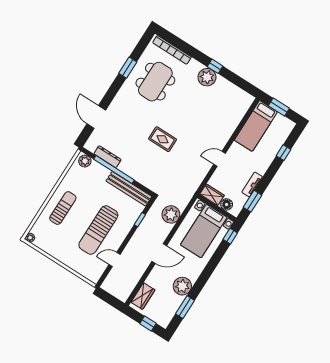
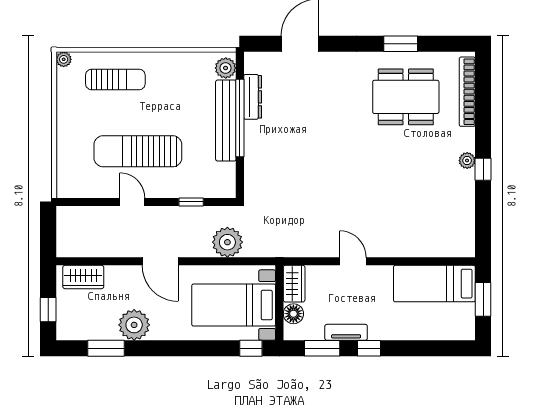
plant: (207, 77) -> (467, 161), width x0.53, depth x0.53
rug: (163, 139) -> (329, 160), removed
window: (283, 153) -> (369, 348), moved
bench: (129, 189) -> (226, 121), moved
sun lounger: (63, 208) -> (115, 79), moved
door: (115, 259) -> (132, 202), moved

